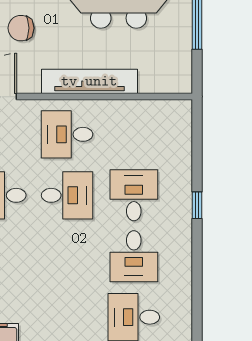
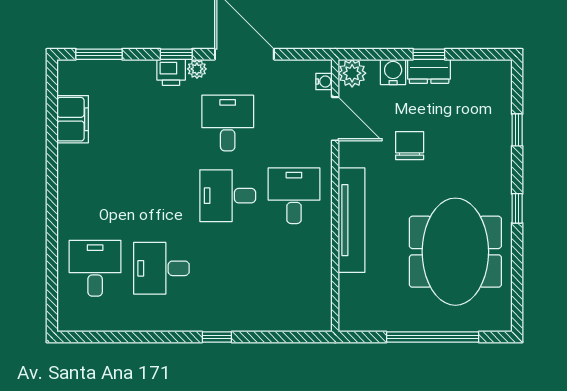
desk: (67, 195) -> (228, 196), turned 90
desk: (134, 195) -> (228, 268), removed

